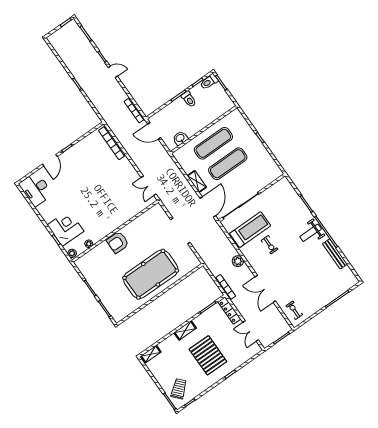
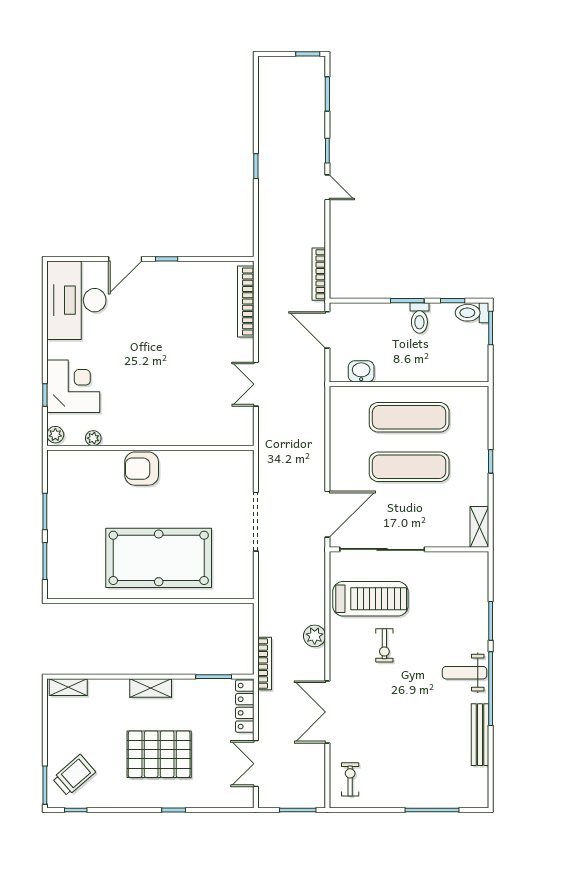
shelving: (197, 182) -> (479, 527), moved
double door: (149, 186) -> (256, 384), moved
desk: (36, 189) -> (76, 300), width x1.36, depth x1.30
pallet: (208, 355) -> (159, 754), turned 90

